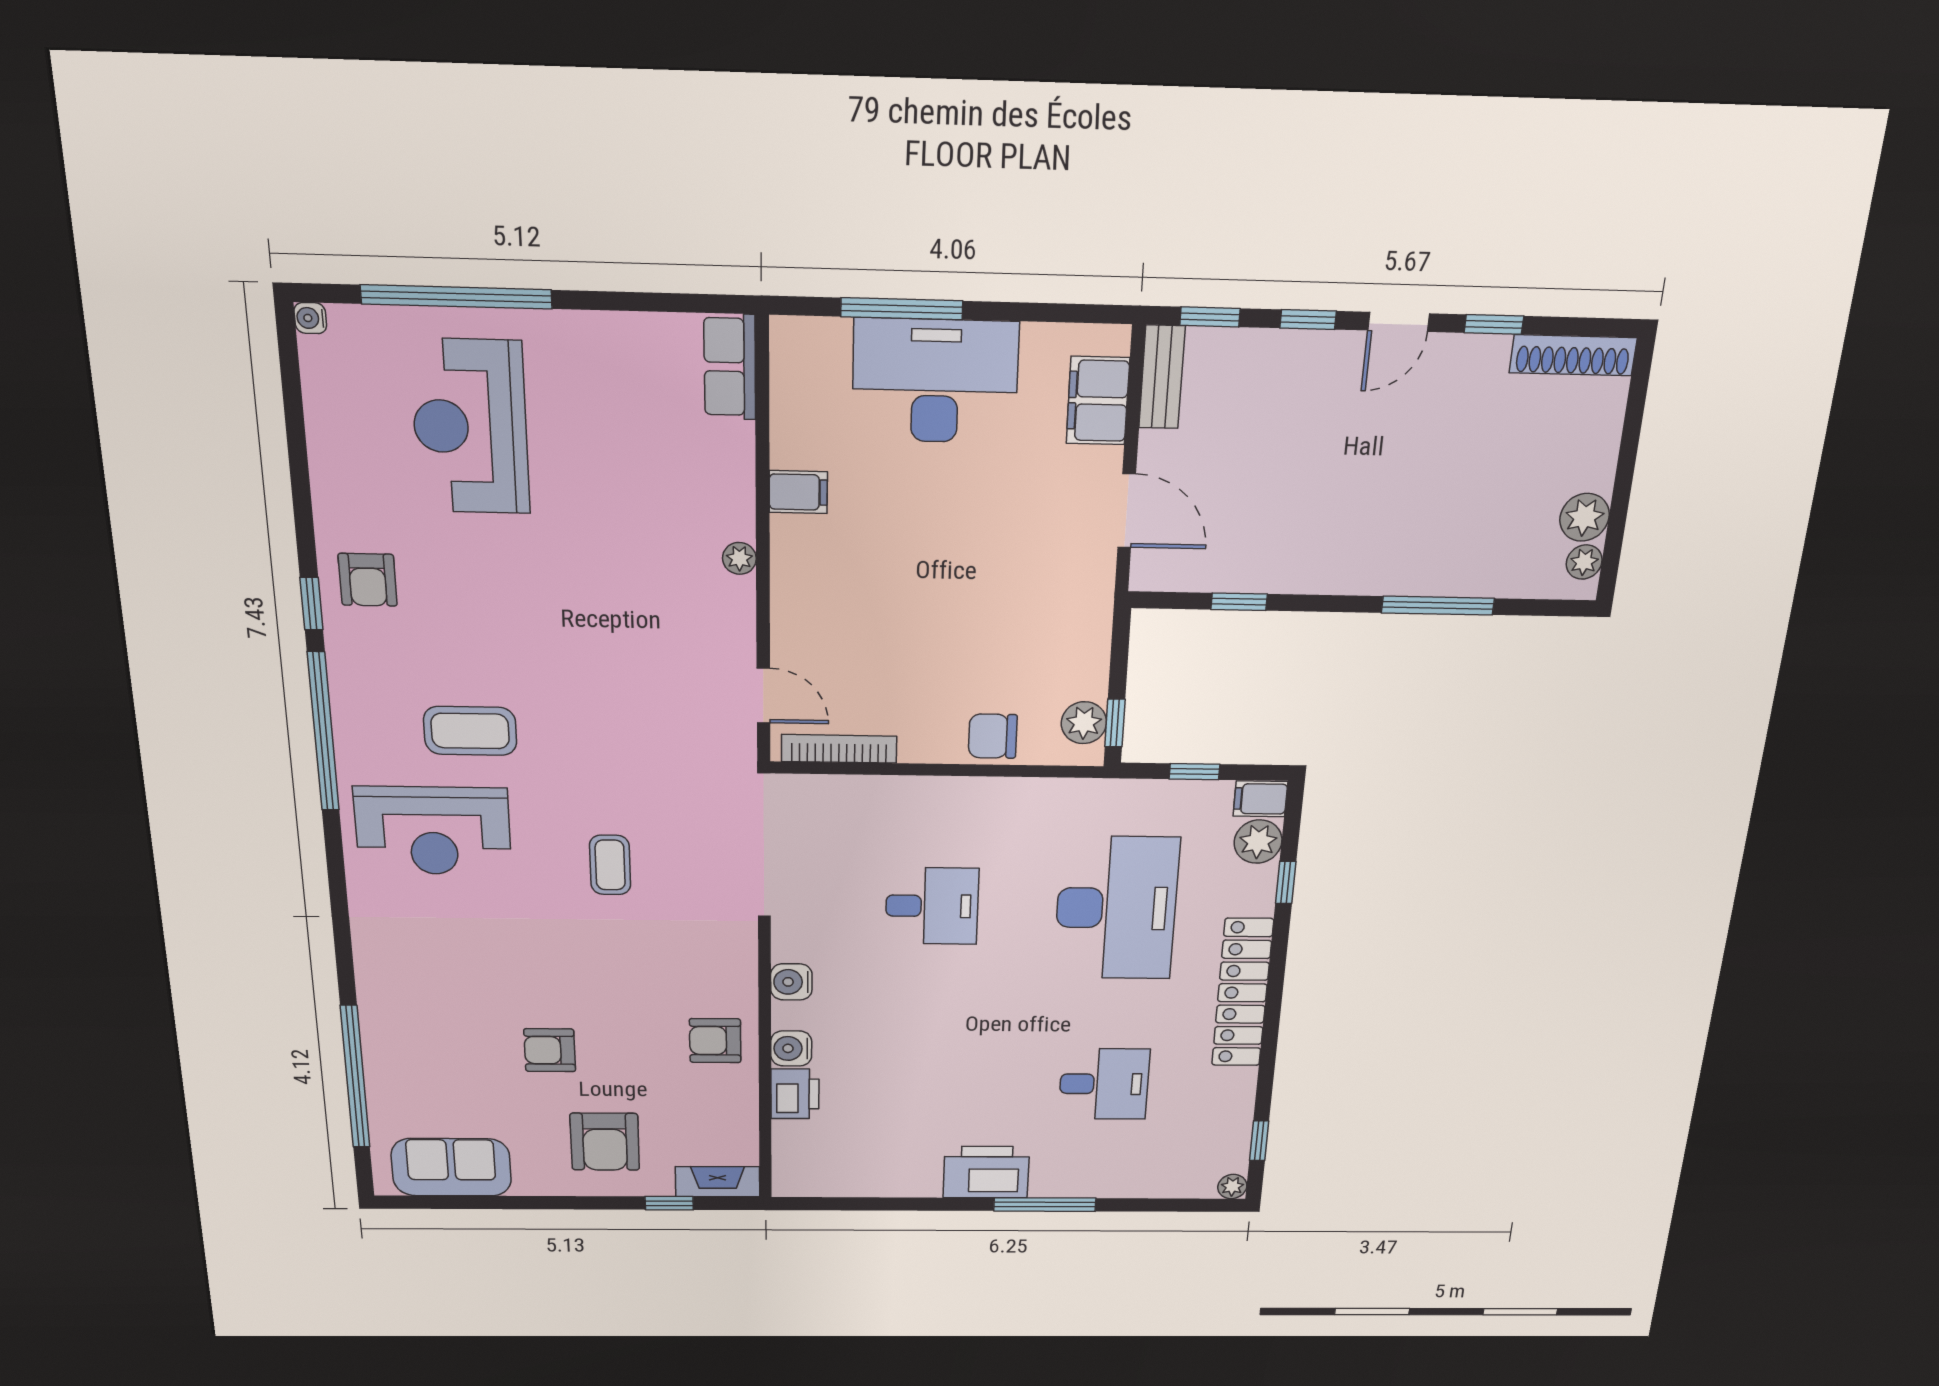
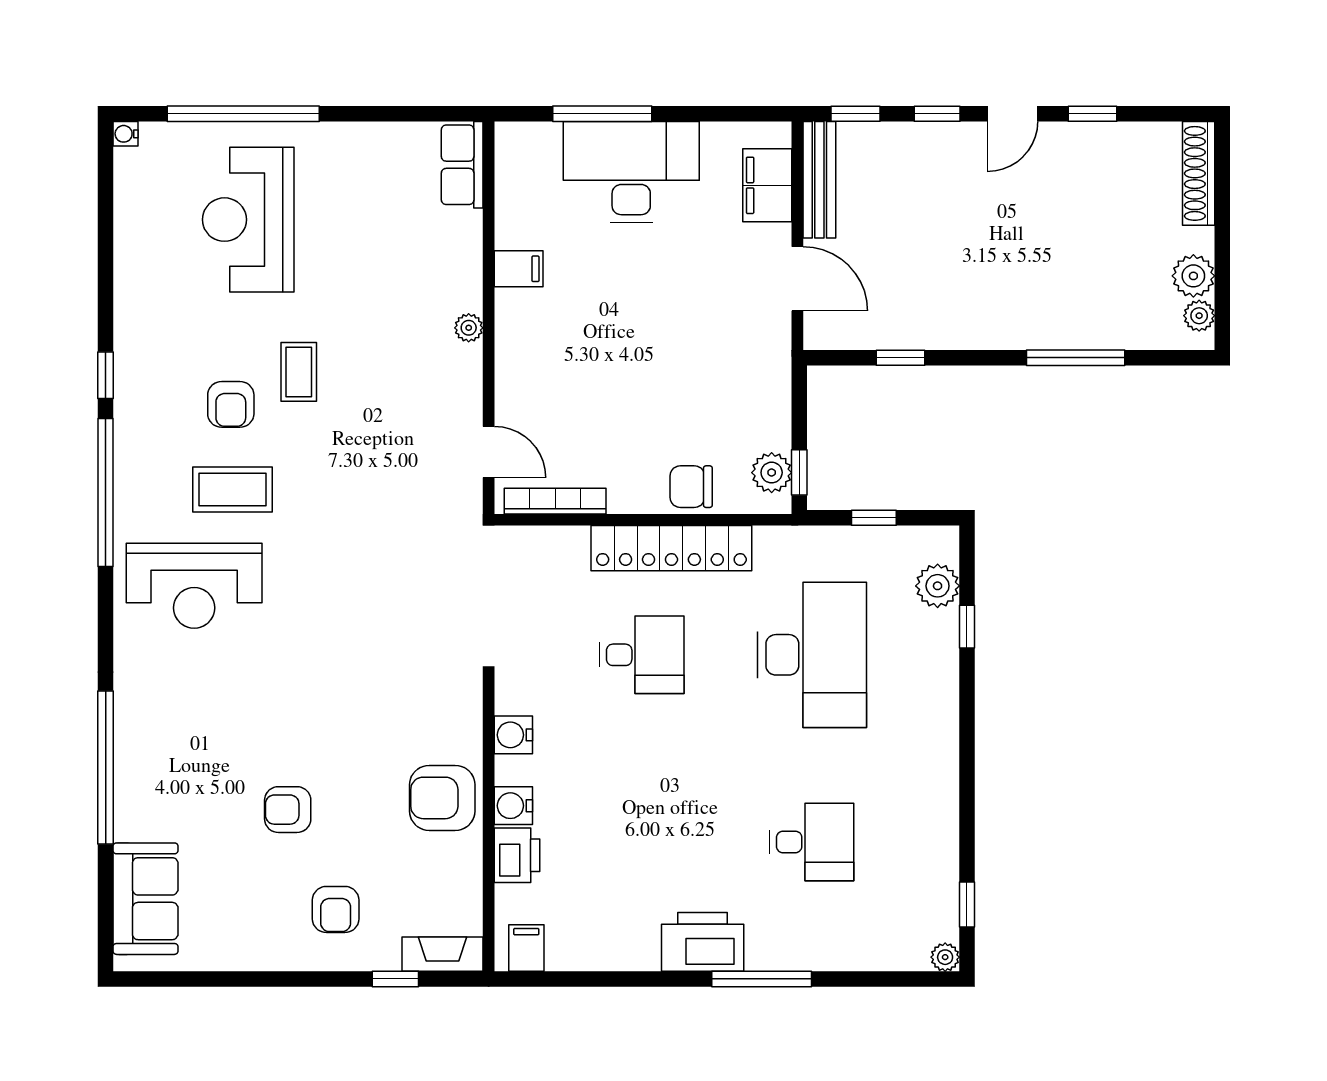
shoe rack: (1573, 355) -> (1199, 173), moved, turned 90
bench: (1162, 377) -> (819, 180), width x1.36
armchair: (368, 580) -> (231, 404), moved
filing cabinet: (1260, 799) -> (526, 948), moved, turned 90
coffee table: (610, 865) -> (299, 372), moved
locker: (1242, 993) -> (671, 548), moved, turned -90
armchair: (715, 1041) -> (442, 798), width x1.38, depth x1.38
window: (355, 1077) -> (106, 768), moved
armchair: (605, 1142) -> (336, 909), width x0.72, depth x0.72
sofa: (451, 1167) -> (146, 899), moved, turned 90

